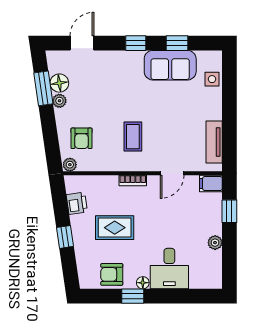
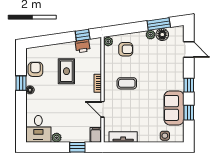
armchair: (82, 138) -> (126, 49), turned 180
window: (65, 237) -> (83, 35), moved
desk: (169, 269) -> (38, 129), moved, turned -90

